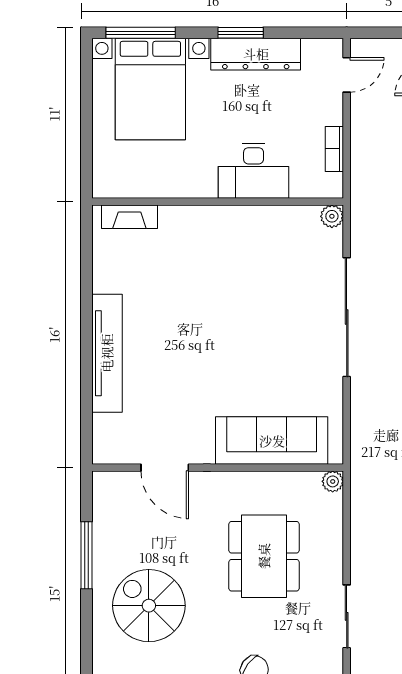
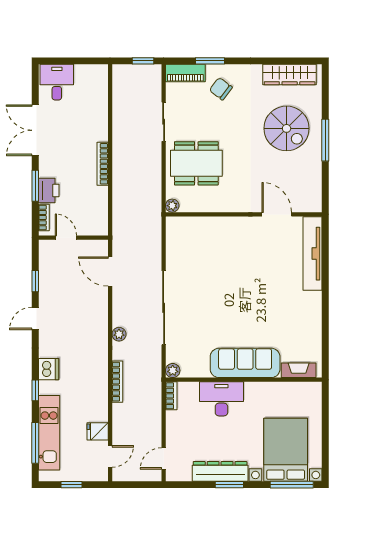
bookcase: (334, 149) -> (171, 396), moved
tv unit: (107, 353) -> (313, 254), moved
sofa: (272, 441) -> (245, 363), moved, turned 180
window: (87, 555) -> (325, 140), moved
dining table: (264, 556) -> (196, 163), moved, turned 90

